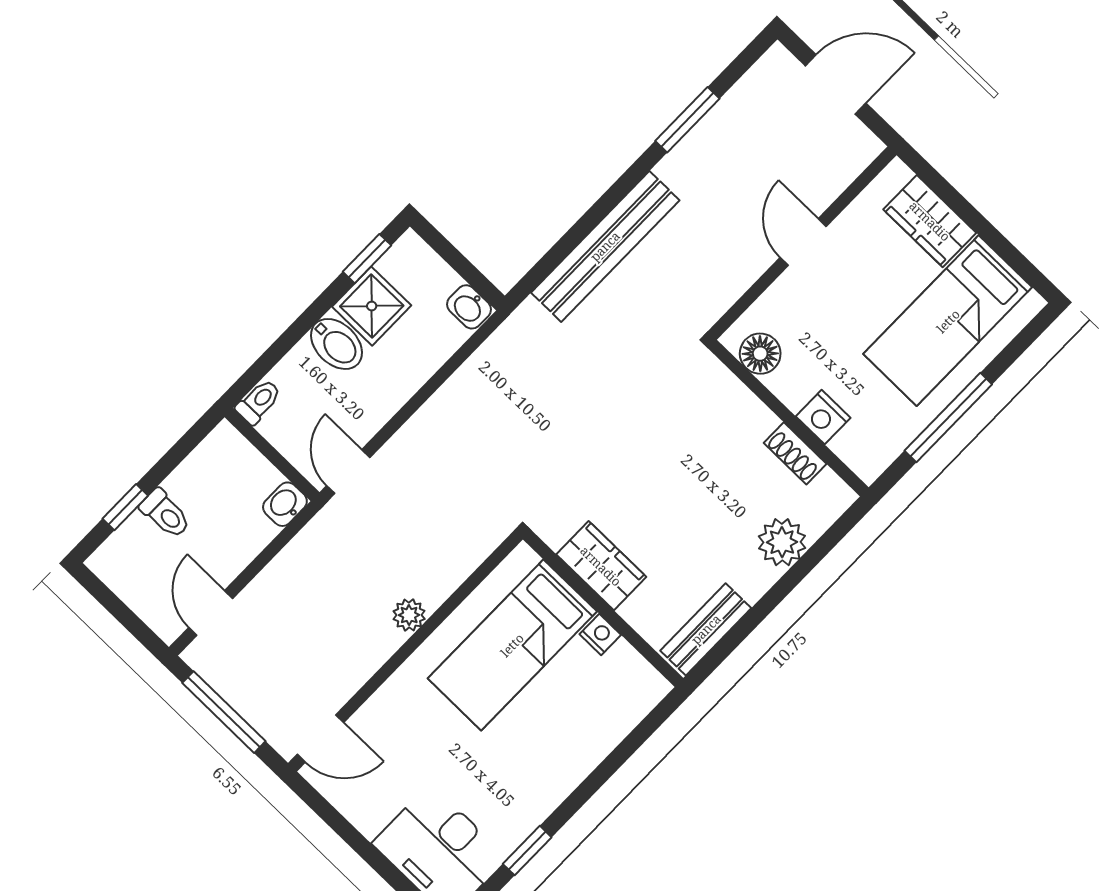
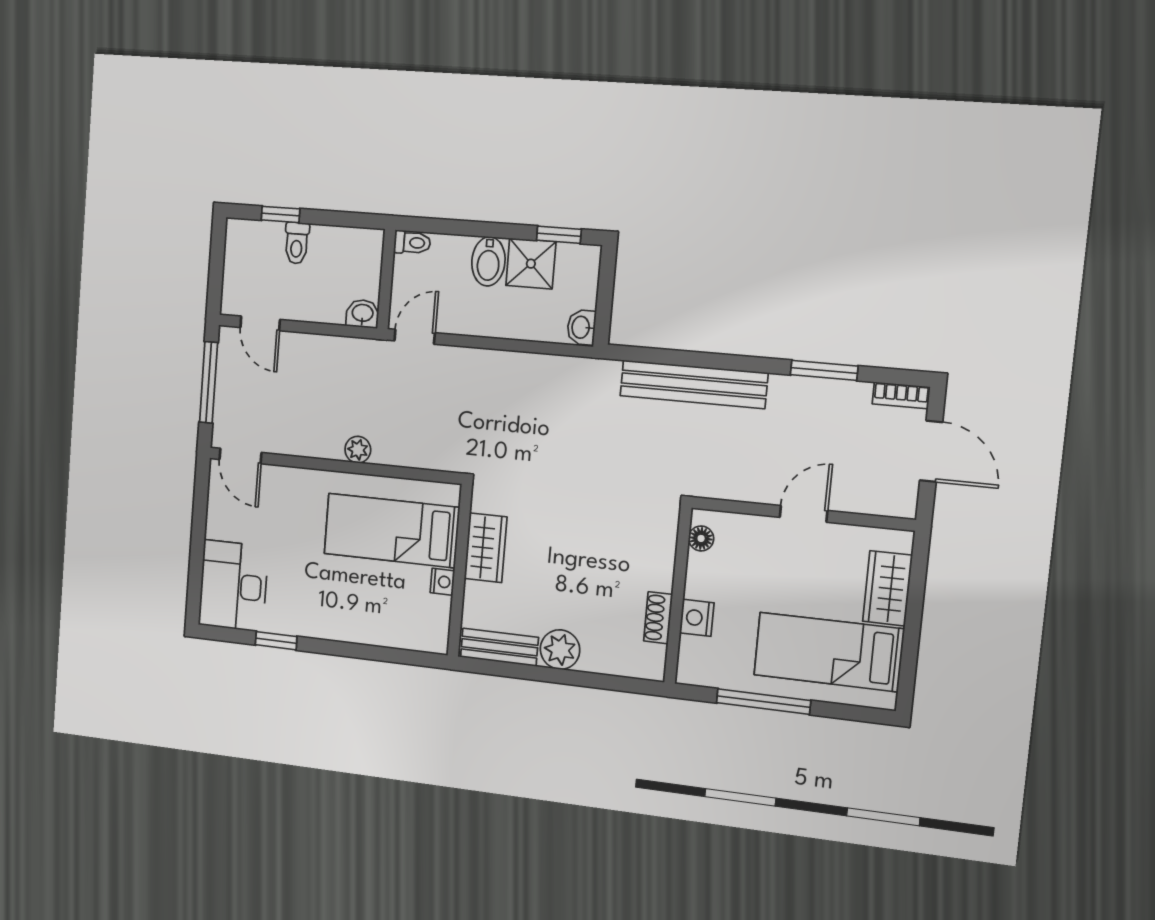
bookcase: (764, 71) -> (901, 395), added
floor lamp: (760, 354) -> (701, 538), width x0.73, depth x0.73
plant: (782, 542) -> (560, 650), moved
door: (211, 613) -> (260, 323), swing flipped

